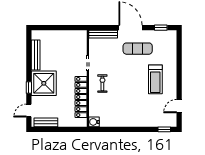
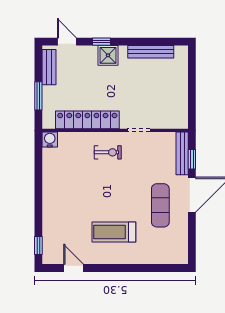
window: (161, 28) -> (192, 159), moved
shower: (44, 83) -> (108, 55), width x0.54, depth x0.54
window: (65, 129) -> (38, 96), added

